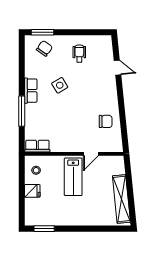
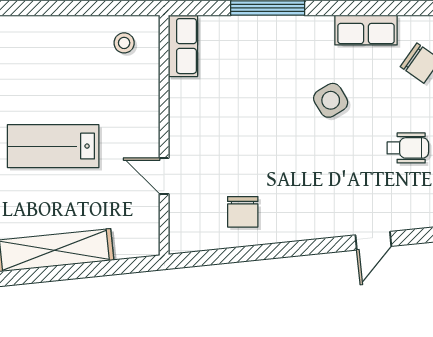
row of seats: (31, 91) -> (366, 30), moved
lab bench: (73, 177) -> (53, 146), moved
fridge: (32, 191) -> (74, 34), removed

